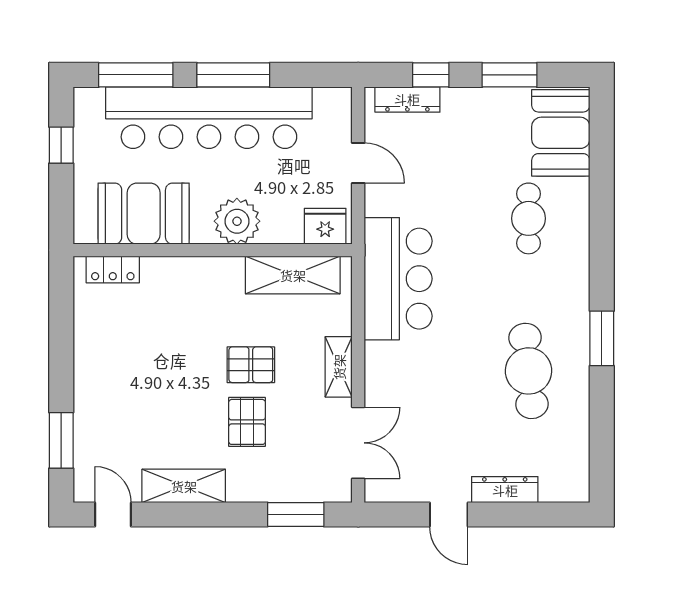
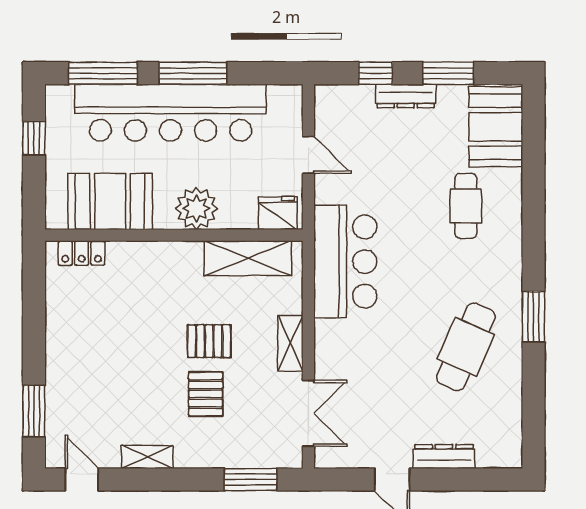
dresser: (407, 99) -> (406, 96), moved
cafe table: (529, 371) -> (466, 347), turned 30
shelving: (184, 486) -> (147, 457), width x0.67, depth x0.75

